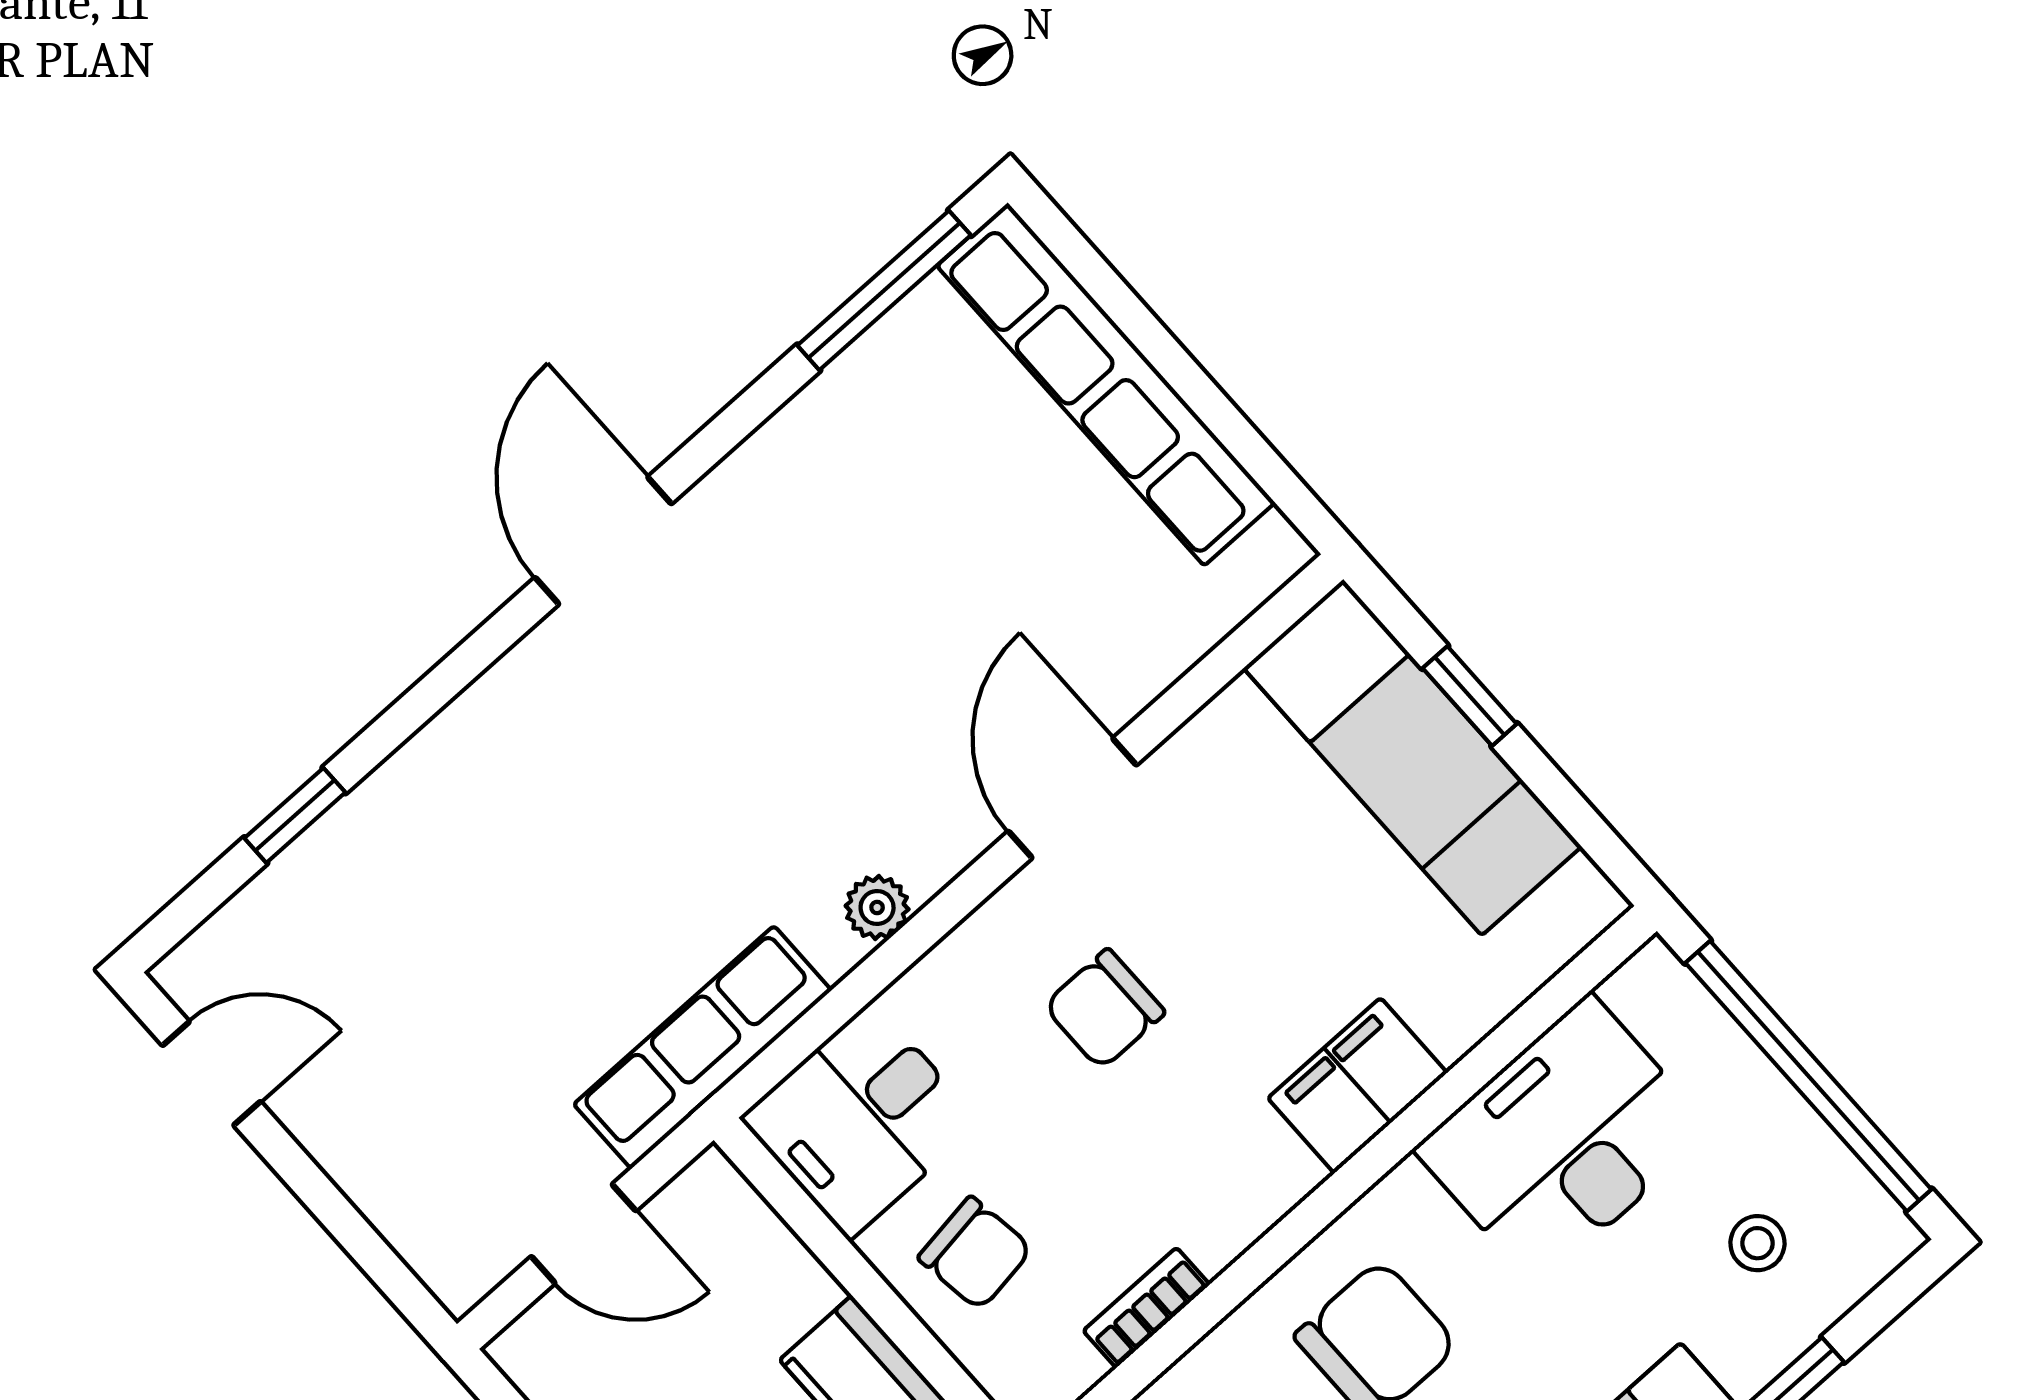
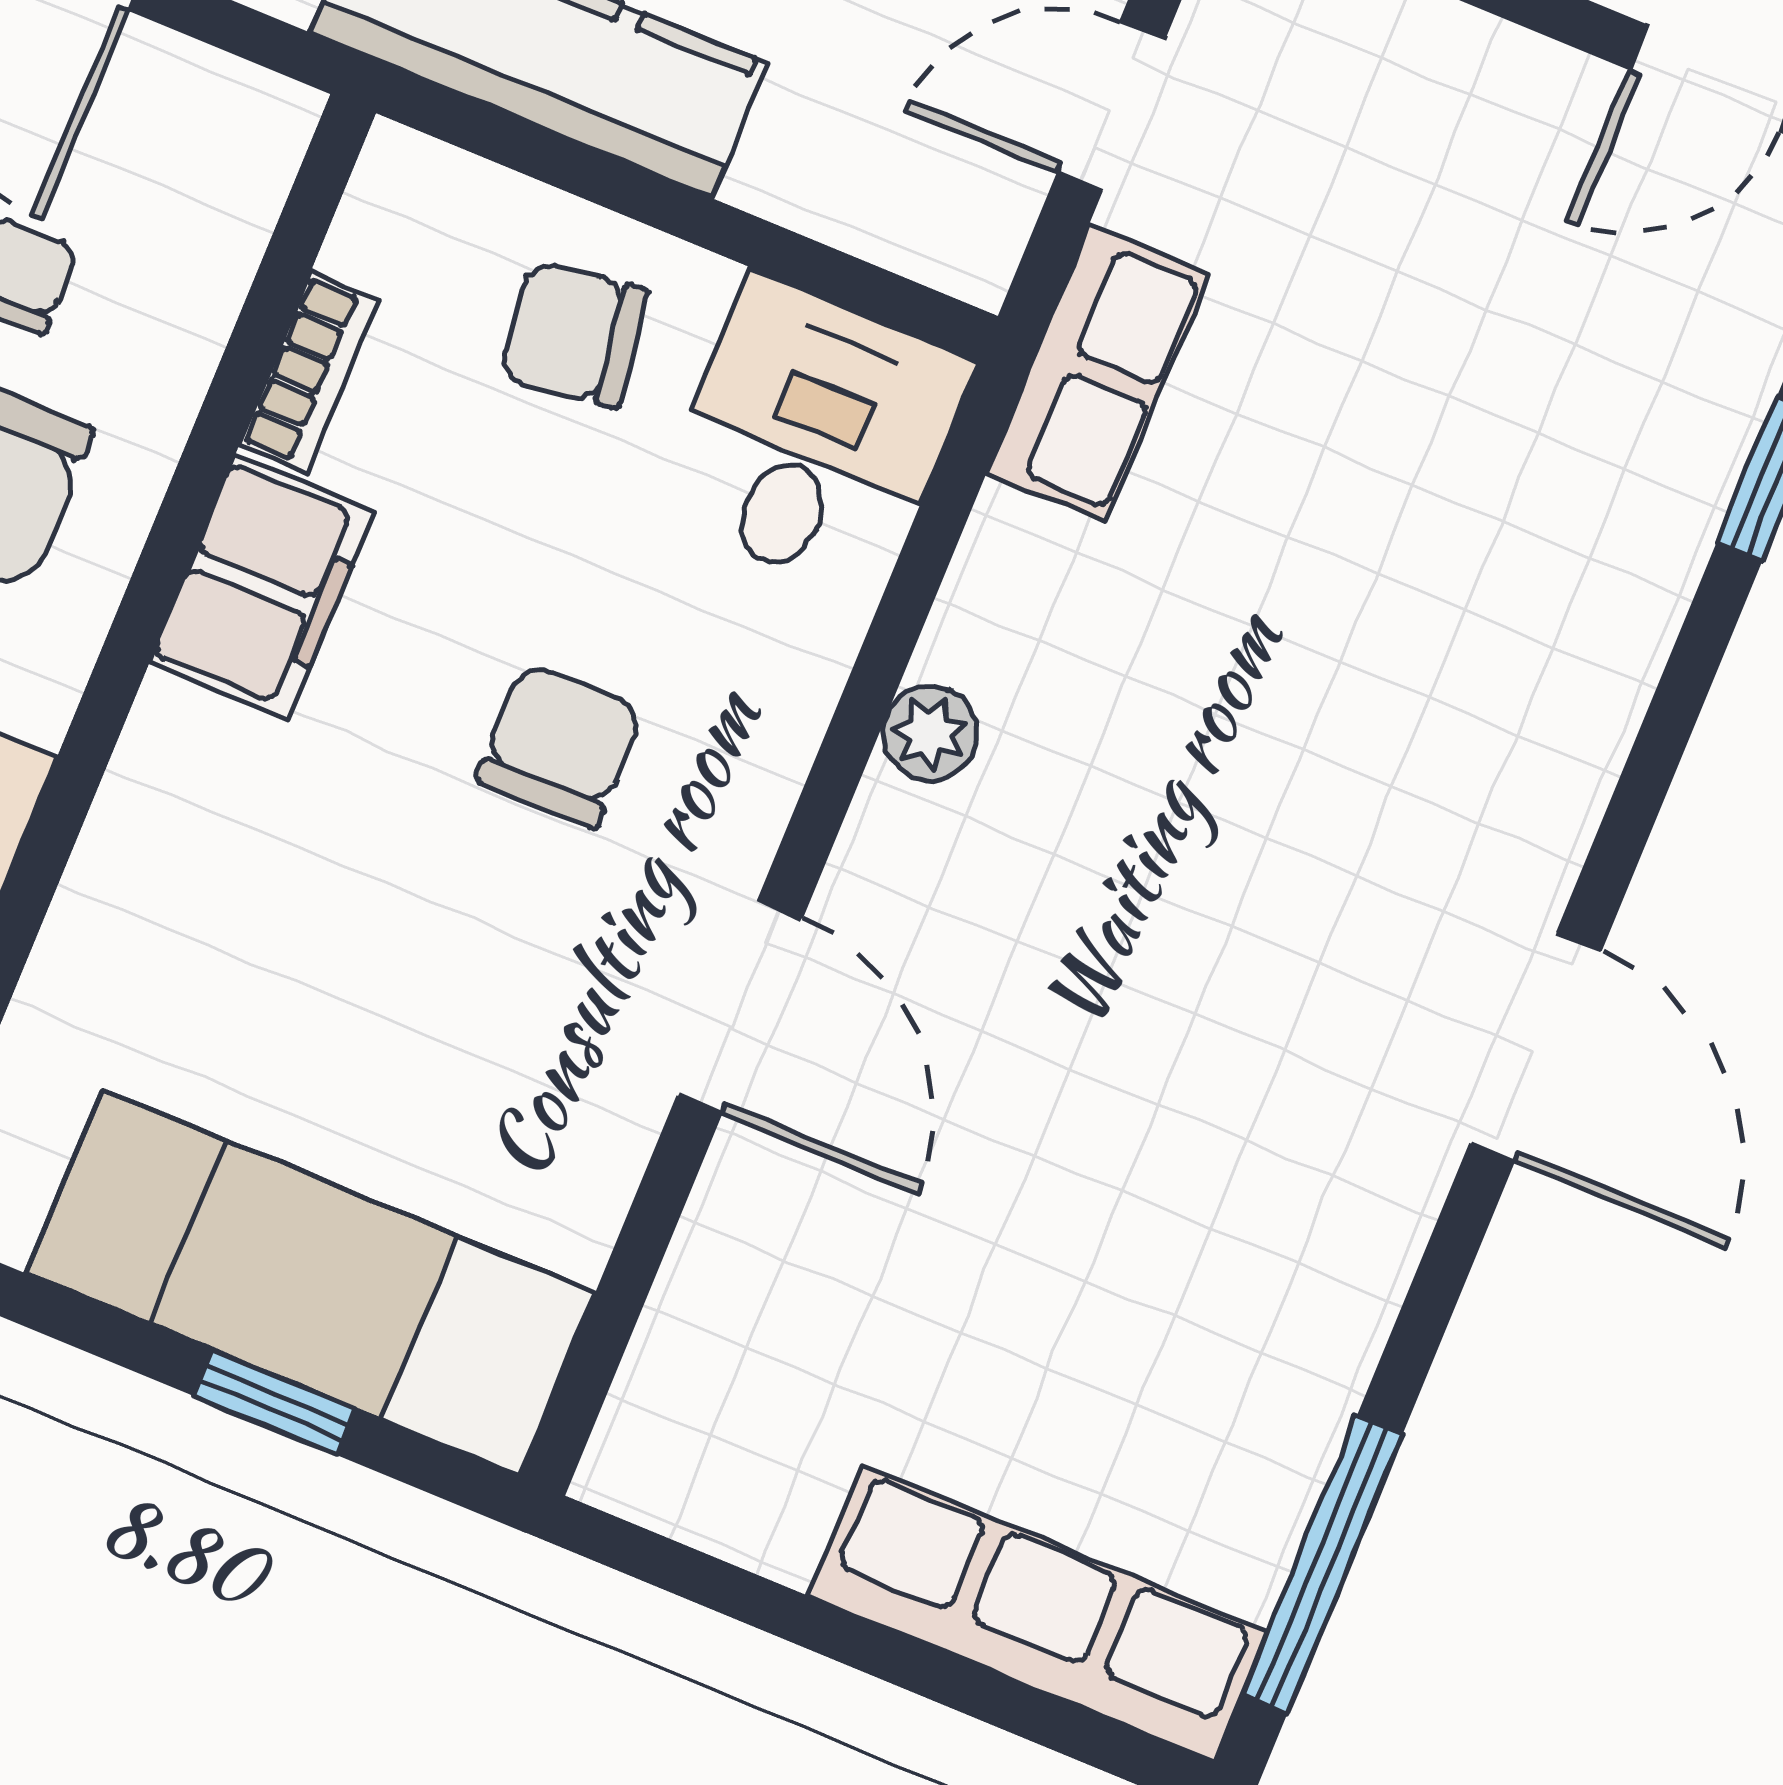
row of seats: (1106, 384) -> (1038, 1614), width x0.73
row of seats: (703, 1047) -> (1098, 373), width x0.68
filing cabinet: (1357, 1086) -> (262, 587), moved

